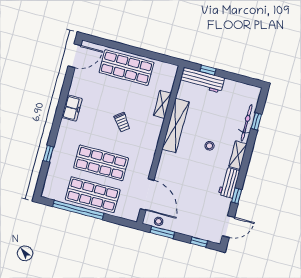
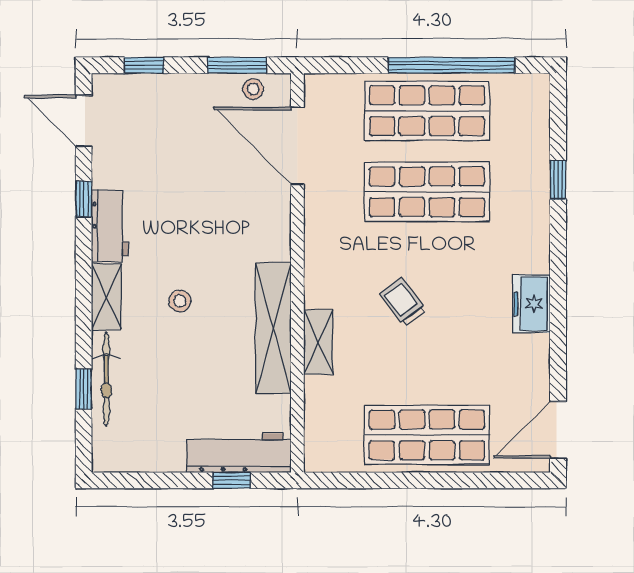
shelving: (162, 104) -> (318, 342), moved
door: (228, 226) -> (84, 121), hinge flipped

